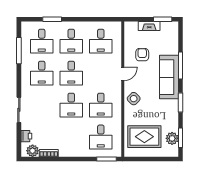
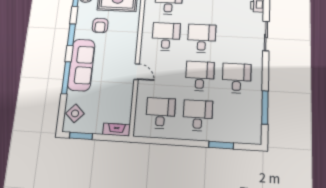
fireplace: (149, 26) -> (117, 130), moved
desk: (42, 41) -> (235, 118), removed
armchair: (142, 55) -> (100, 25), moved
door: (123, 74) -> (137, 72), swing flipped
side table: (134, 99) -> (75, 113), moved

